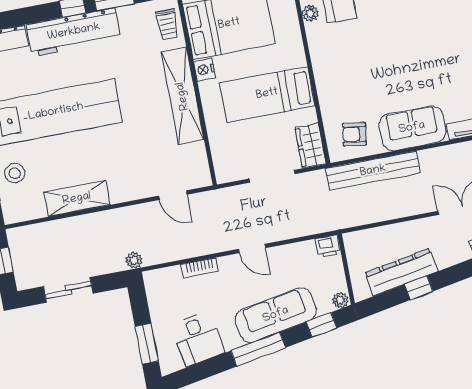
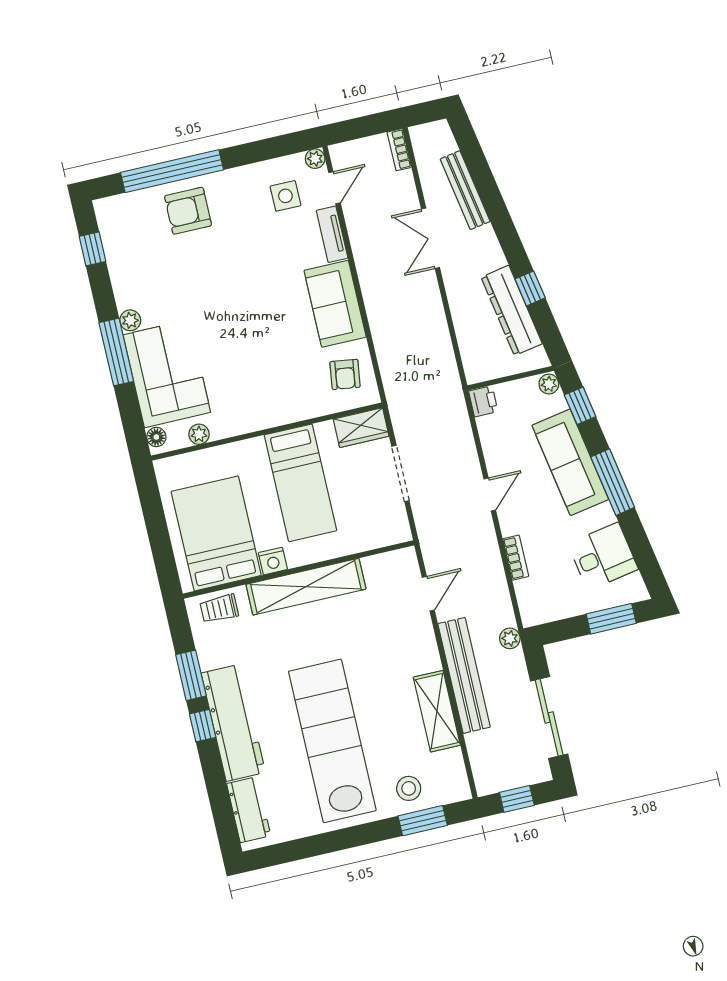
trolley: (167, 24) -> (219, 609), turned 180
bench: (373, 171) -> (464, 675), moved
sliding door: (68, 290) -> (549, 717), width x1.37

